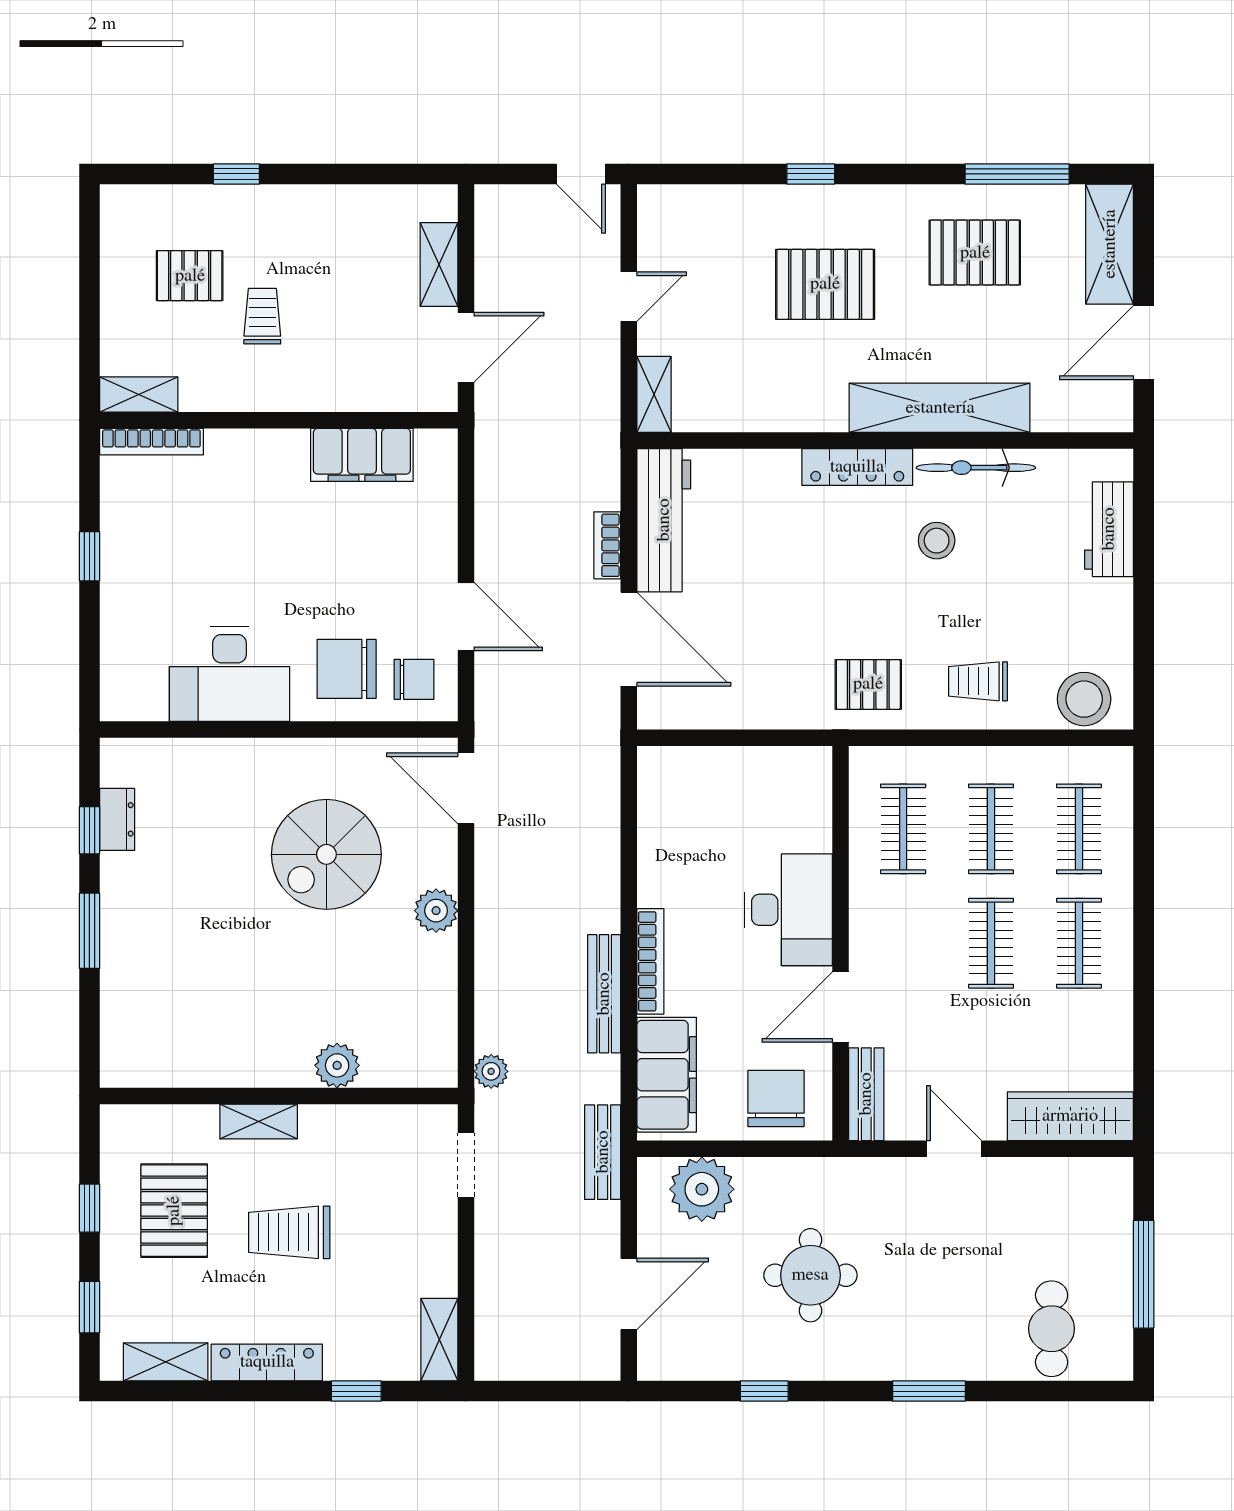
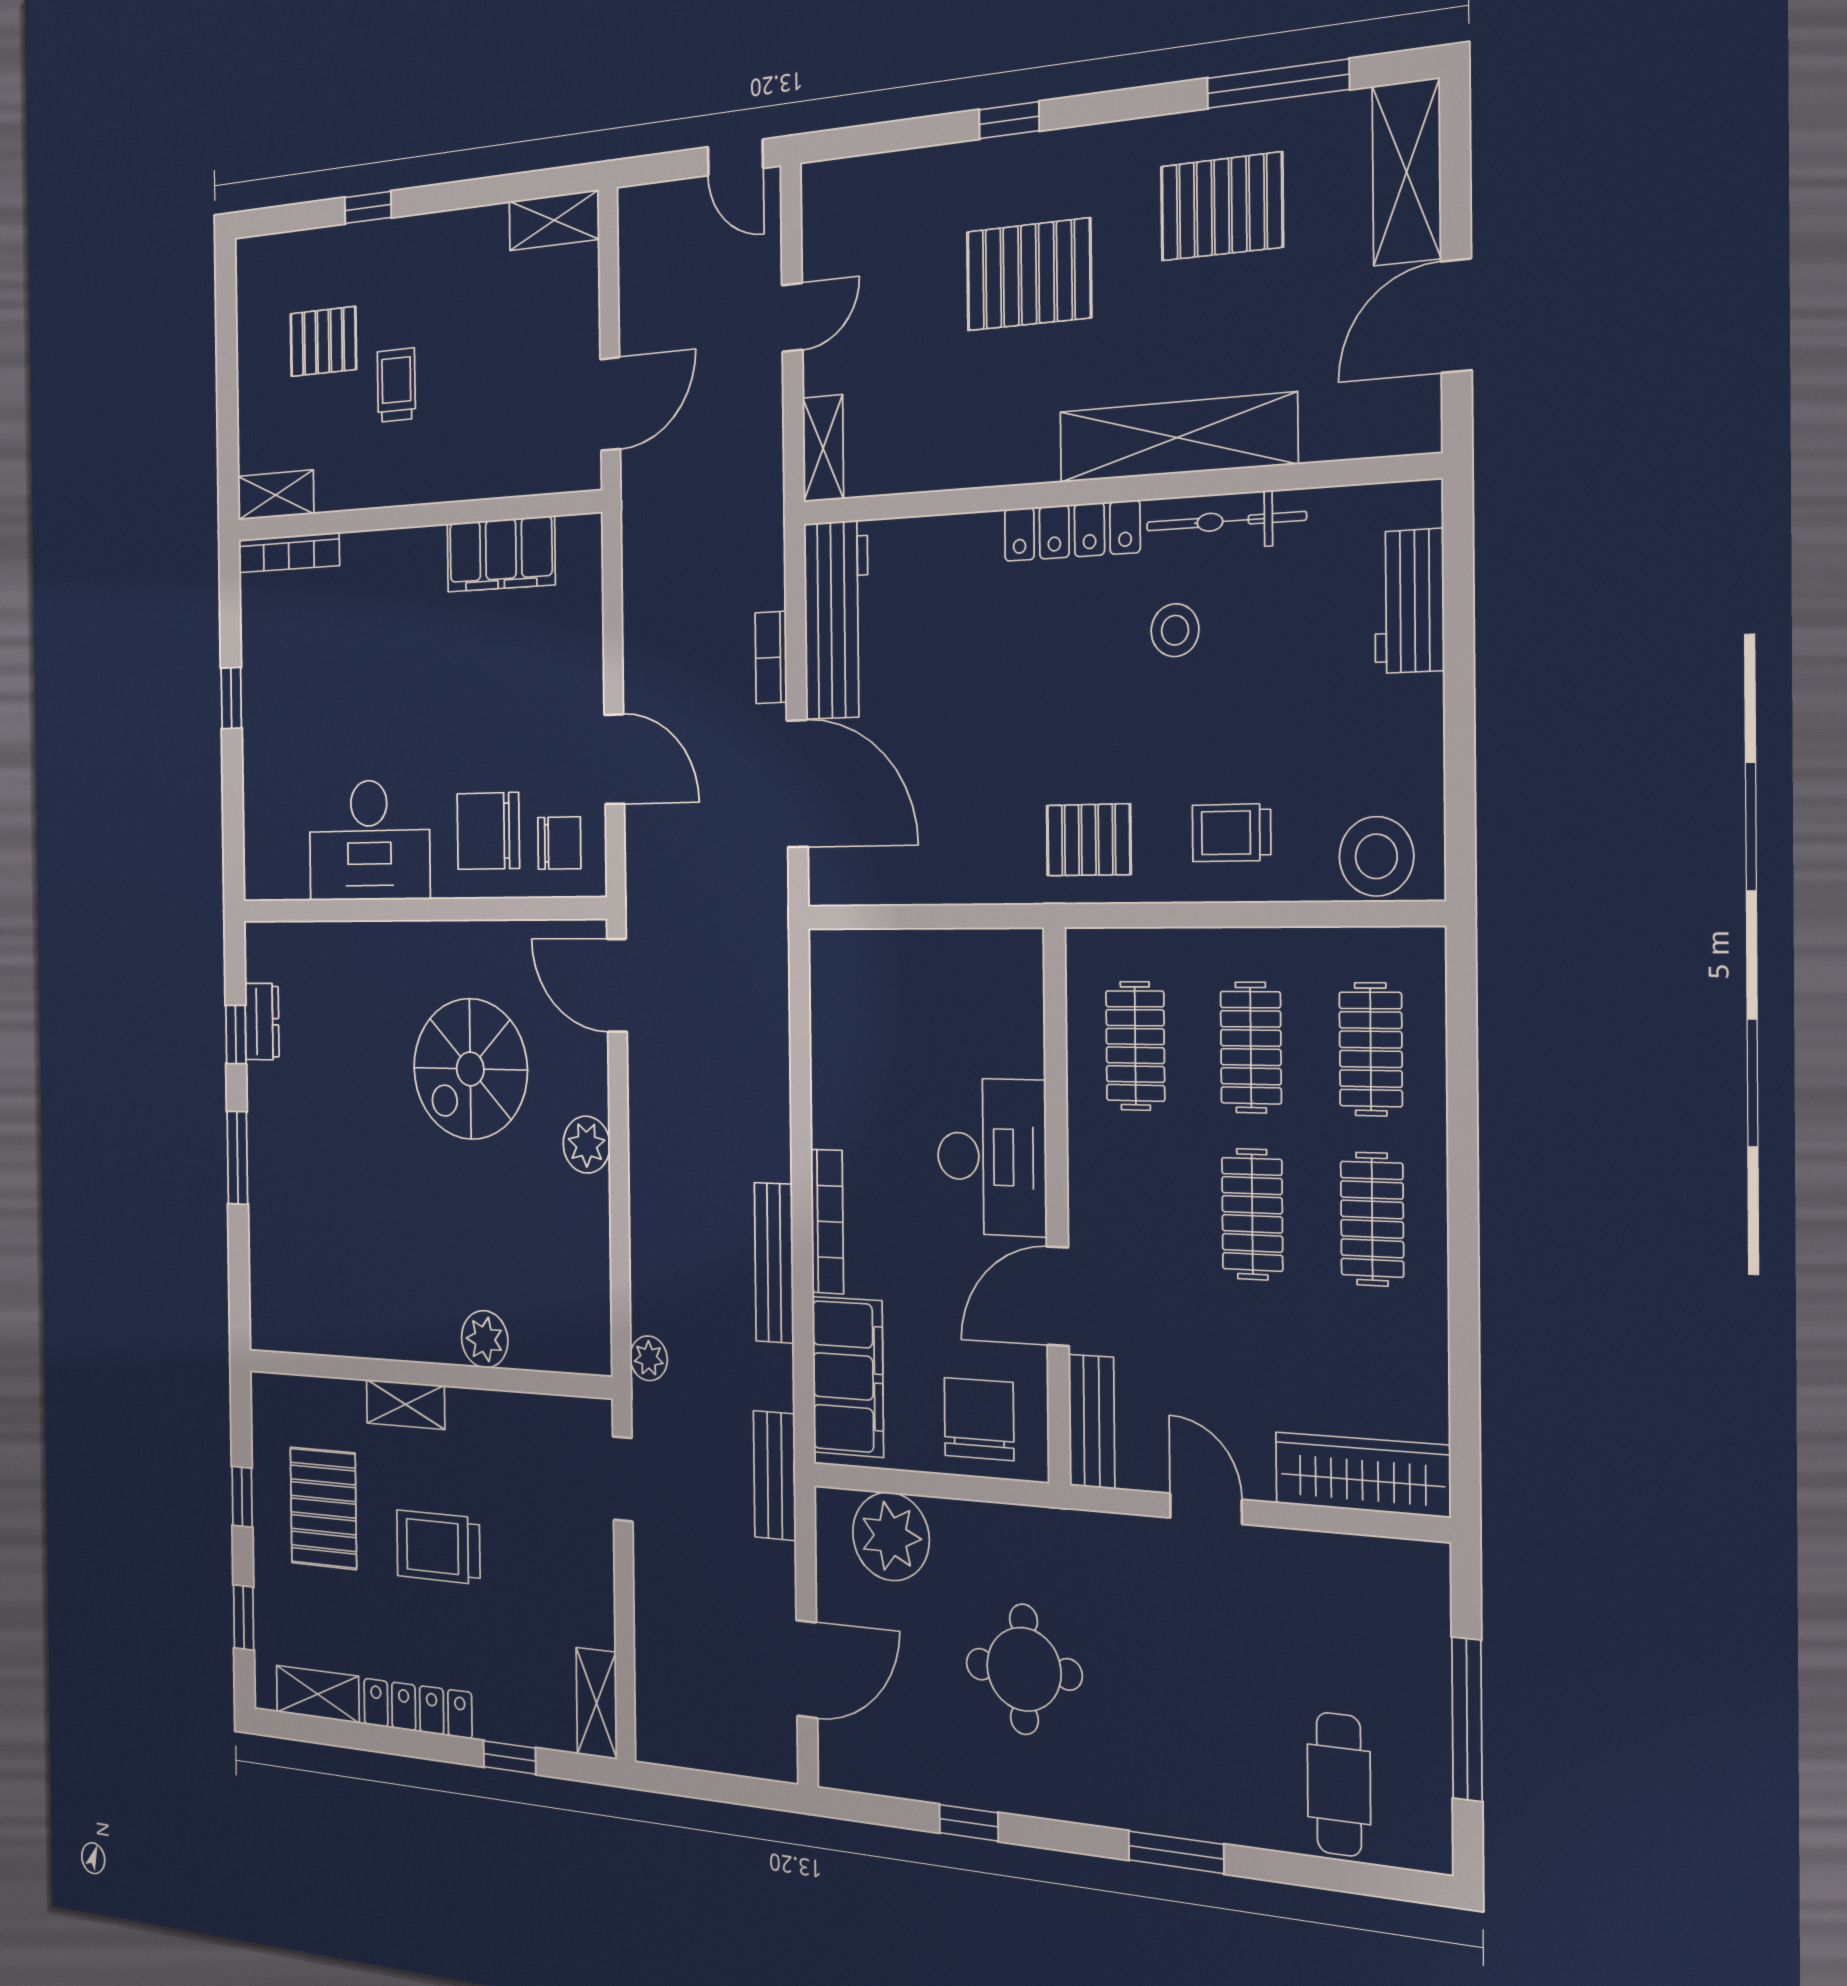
shelving: (439, 264) -> (554, 220), moved, turned 90

